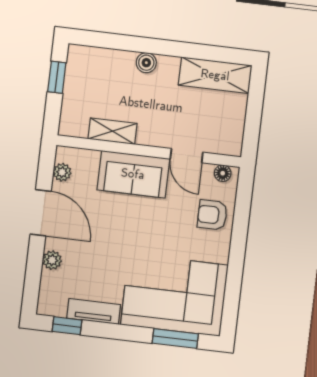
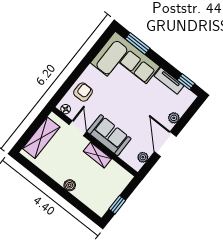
shelving: (215, 75) -> (41, 138), moved, turned 90
shelving: (112, 131) -> (97, 155), moved
armchair: (212, 215) -> (83, 92), turned -90

